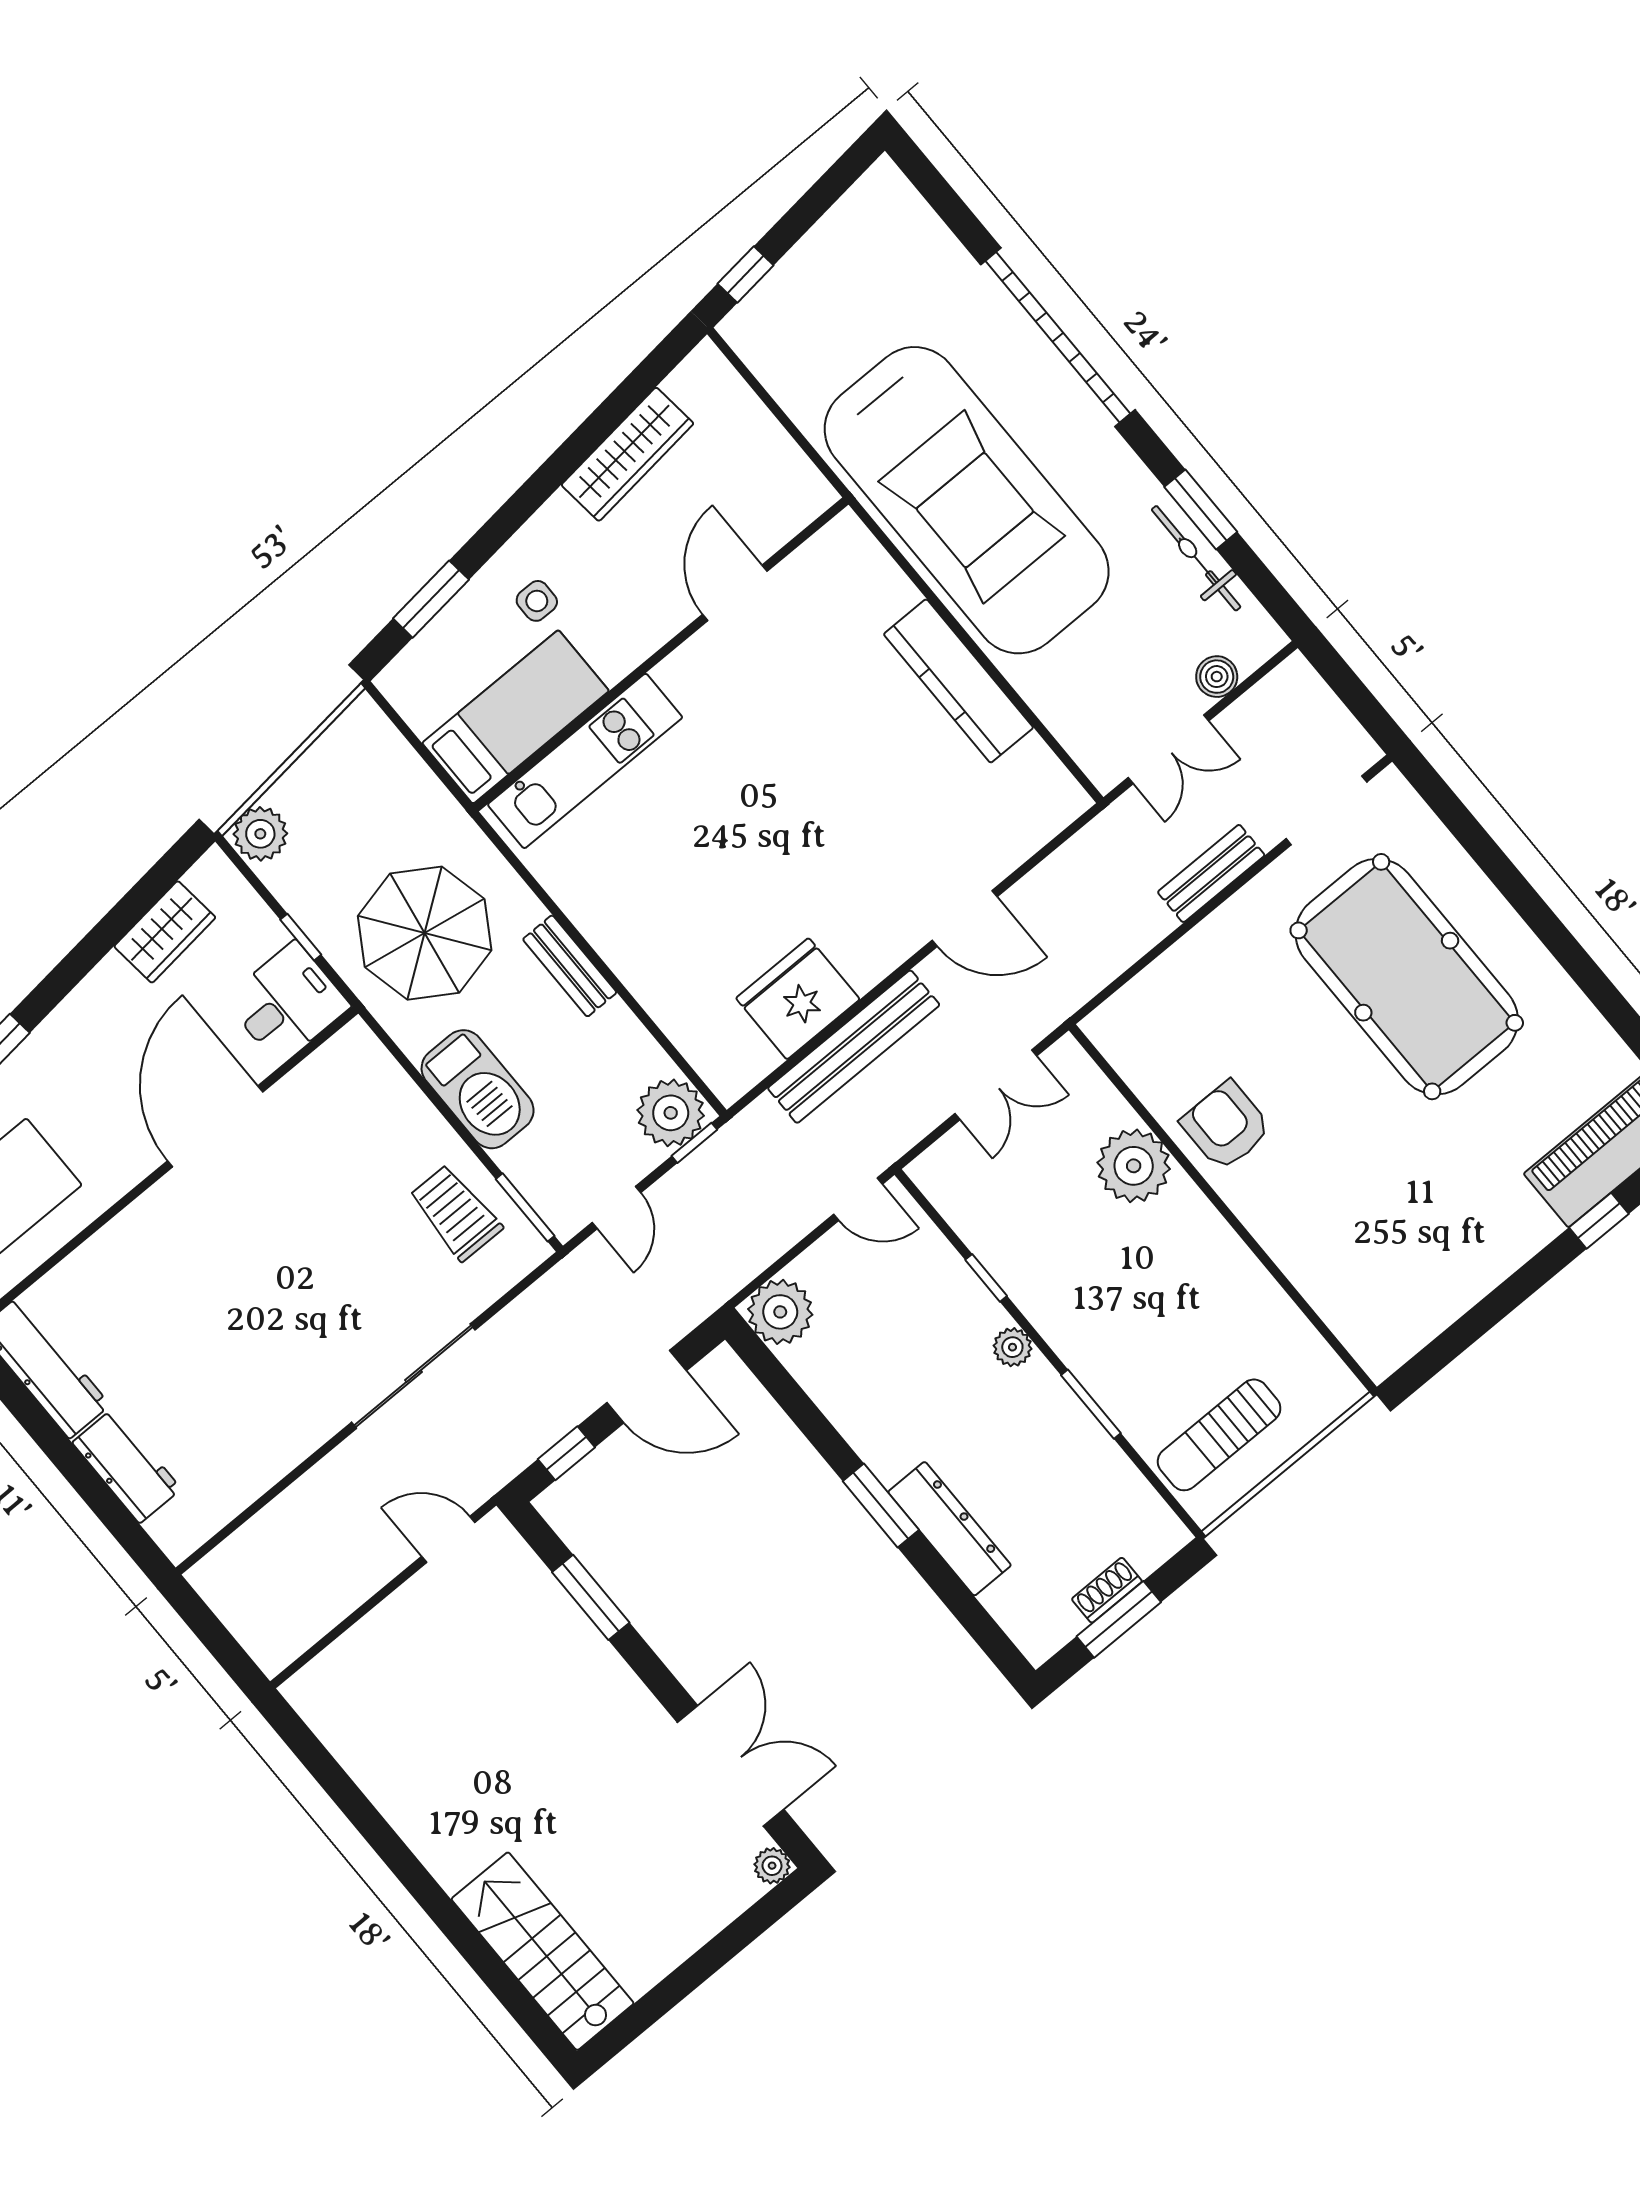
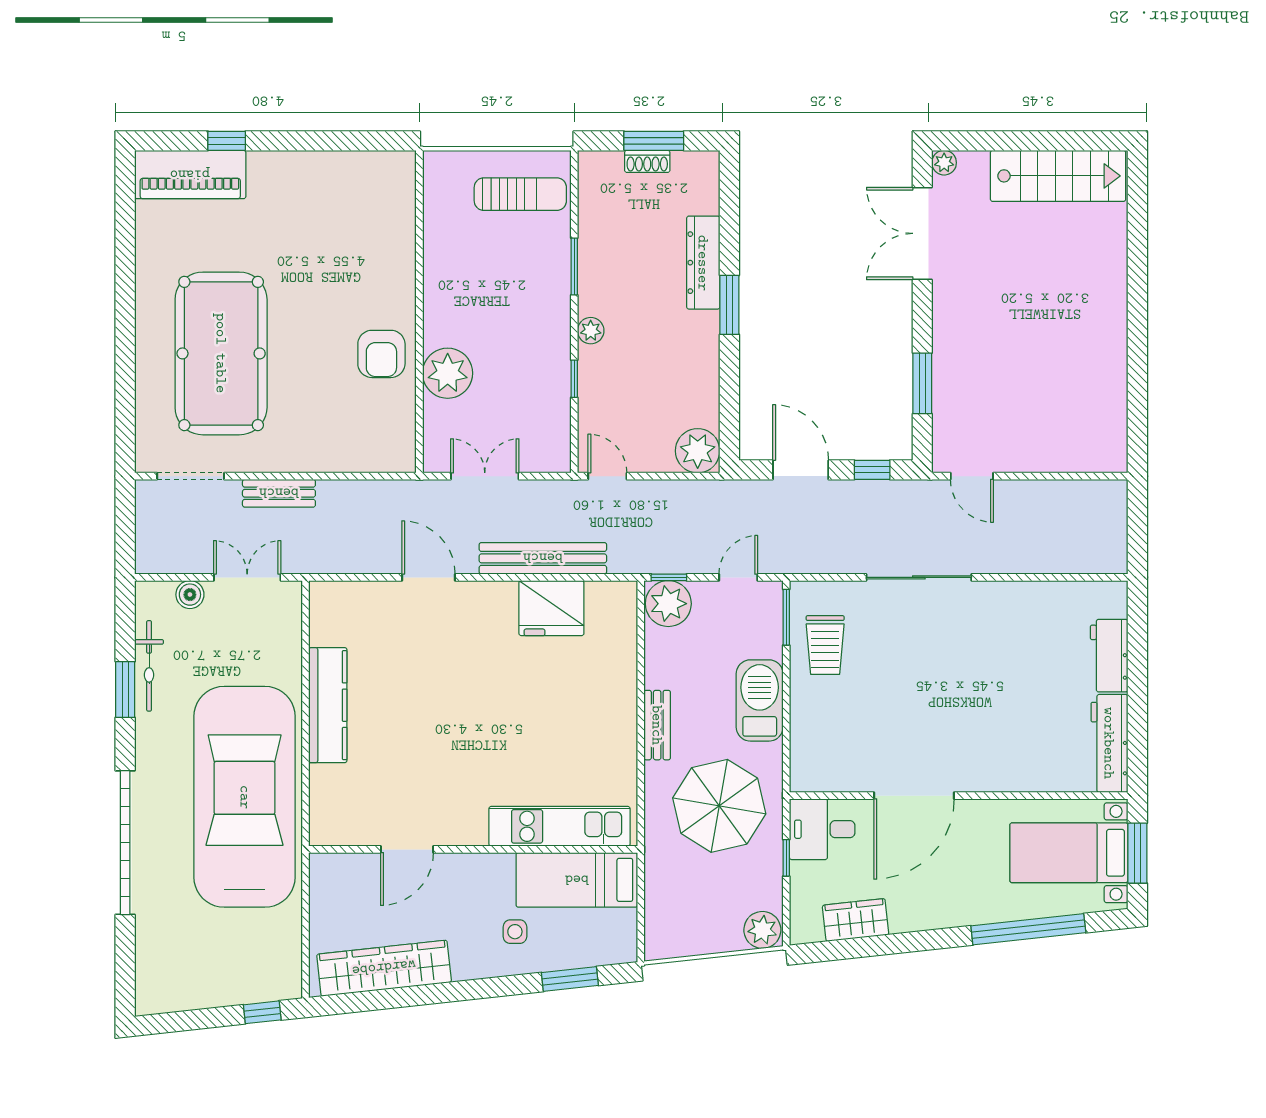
wardrobe: (627, 454) -> (384, 968), width x1.40, depth x1.17
stairs: (543, 1951) -> (1058, 176), moved, turned -90

